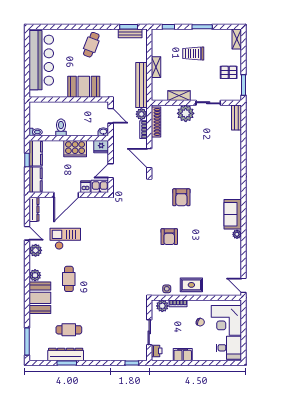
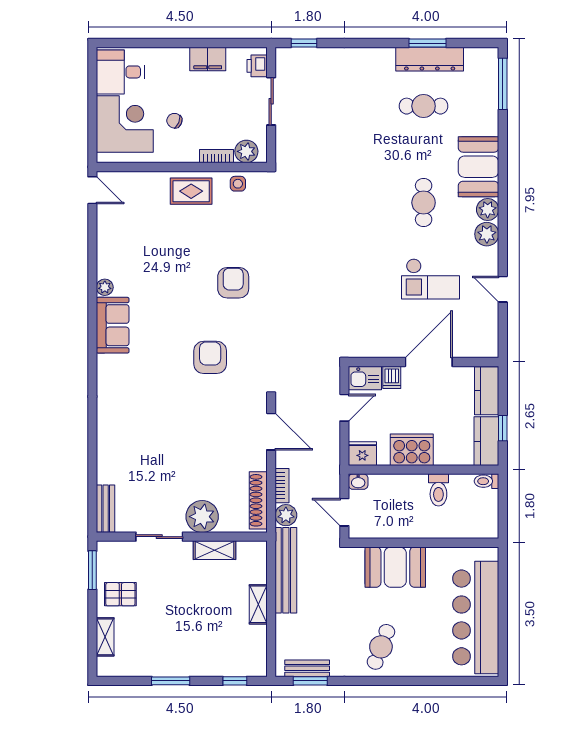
shelving: (237, 39) -> (105, 637), moved
trolley: (193, 53) -> (188, 630), removed
dresser: (34, 209) -> (490, 334), removed
plant: (36, 250) -> (487, 234), moved

